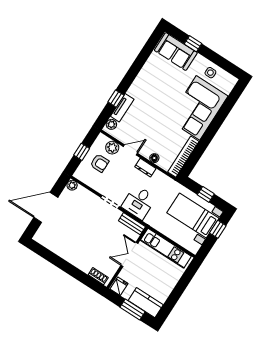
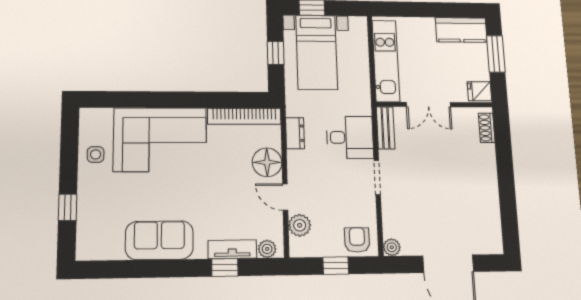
sofa: (176, 52) -> (159, 240), moved, turned -90
floor lamp: (154, 158) -> (267, 162), width x1.89, depth x1.89
armchair: (99, 163) -> (357, 240), moved
dresser: (145, 168) -> (295, 133), moved
kitchen counter: (146, 303) -> (461, 30), moved, turned -90

